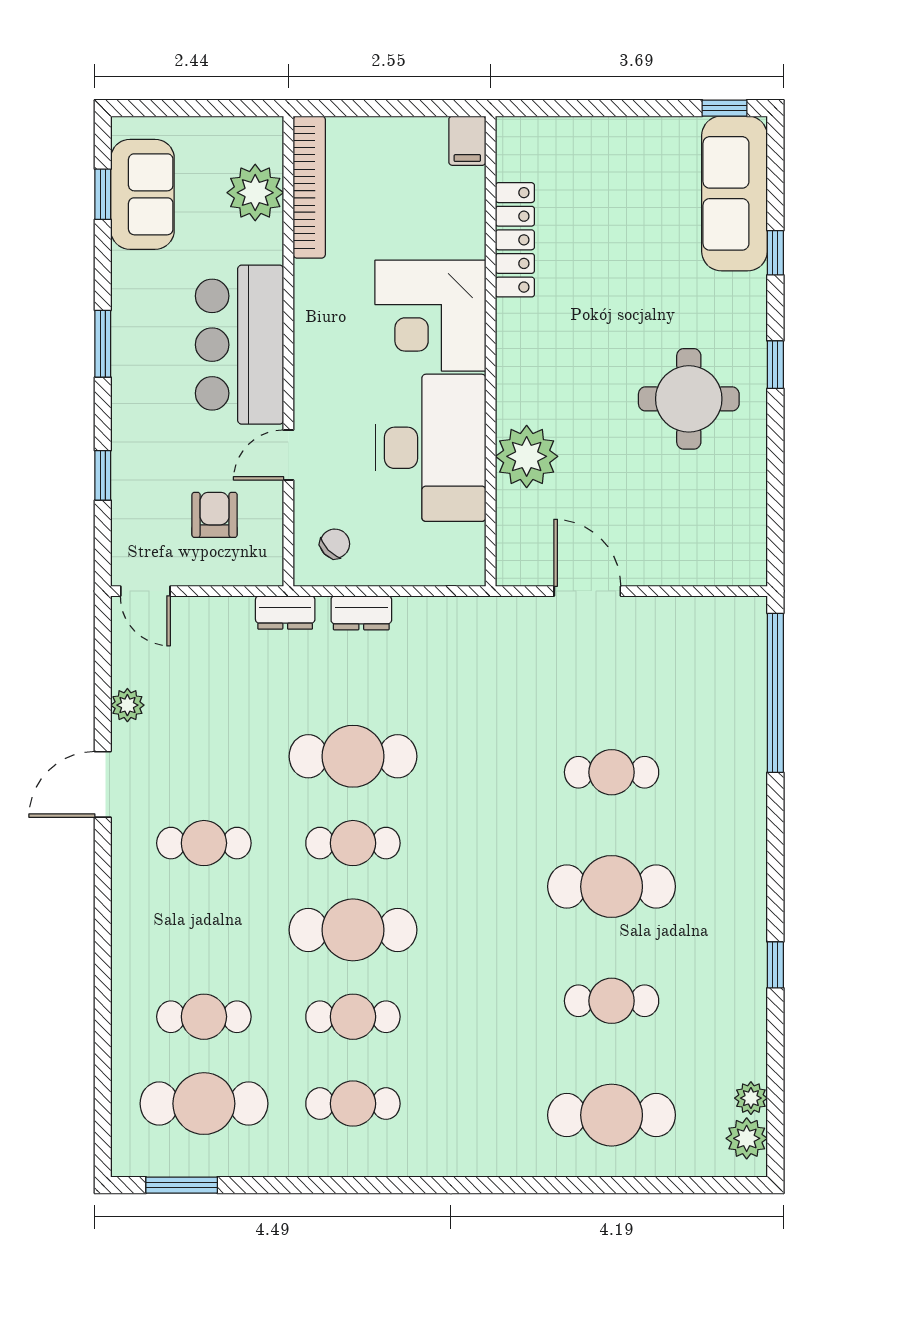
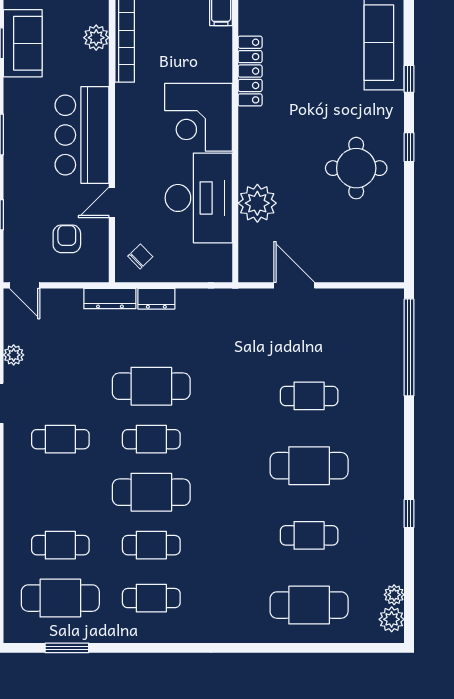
plant: (255, 193) -> (96, 38), width x0.73, depth x0.73
dresser: (285, 613) -> (110, 298), width x1.44
window: (182, 1185) -> (67, 648), moved

